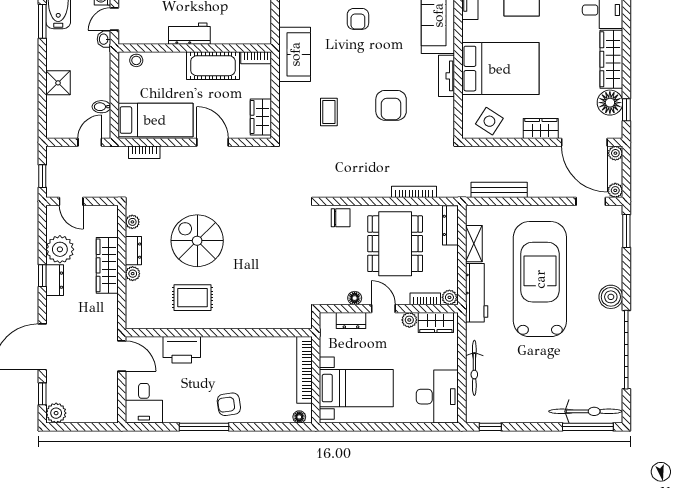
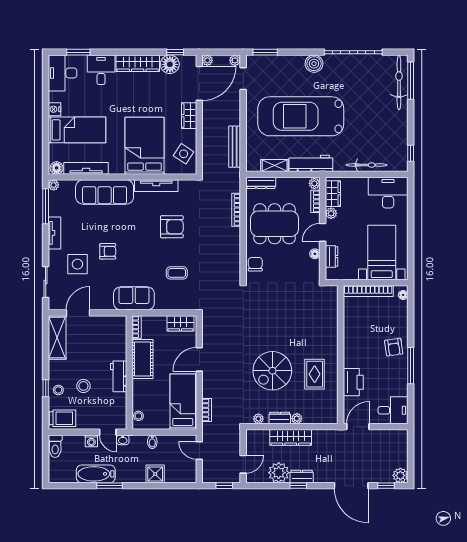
tv unit: (446, 76) -> (156, 186), width x1.41
bidet: (101, 107) -> (152, 442), moved

